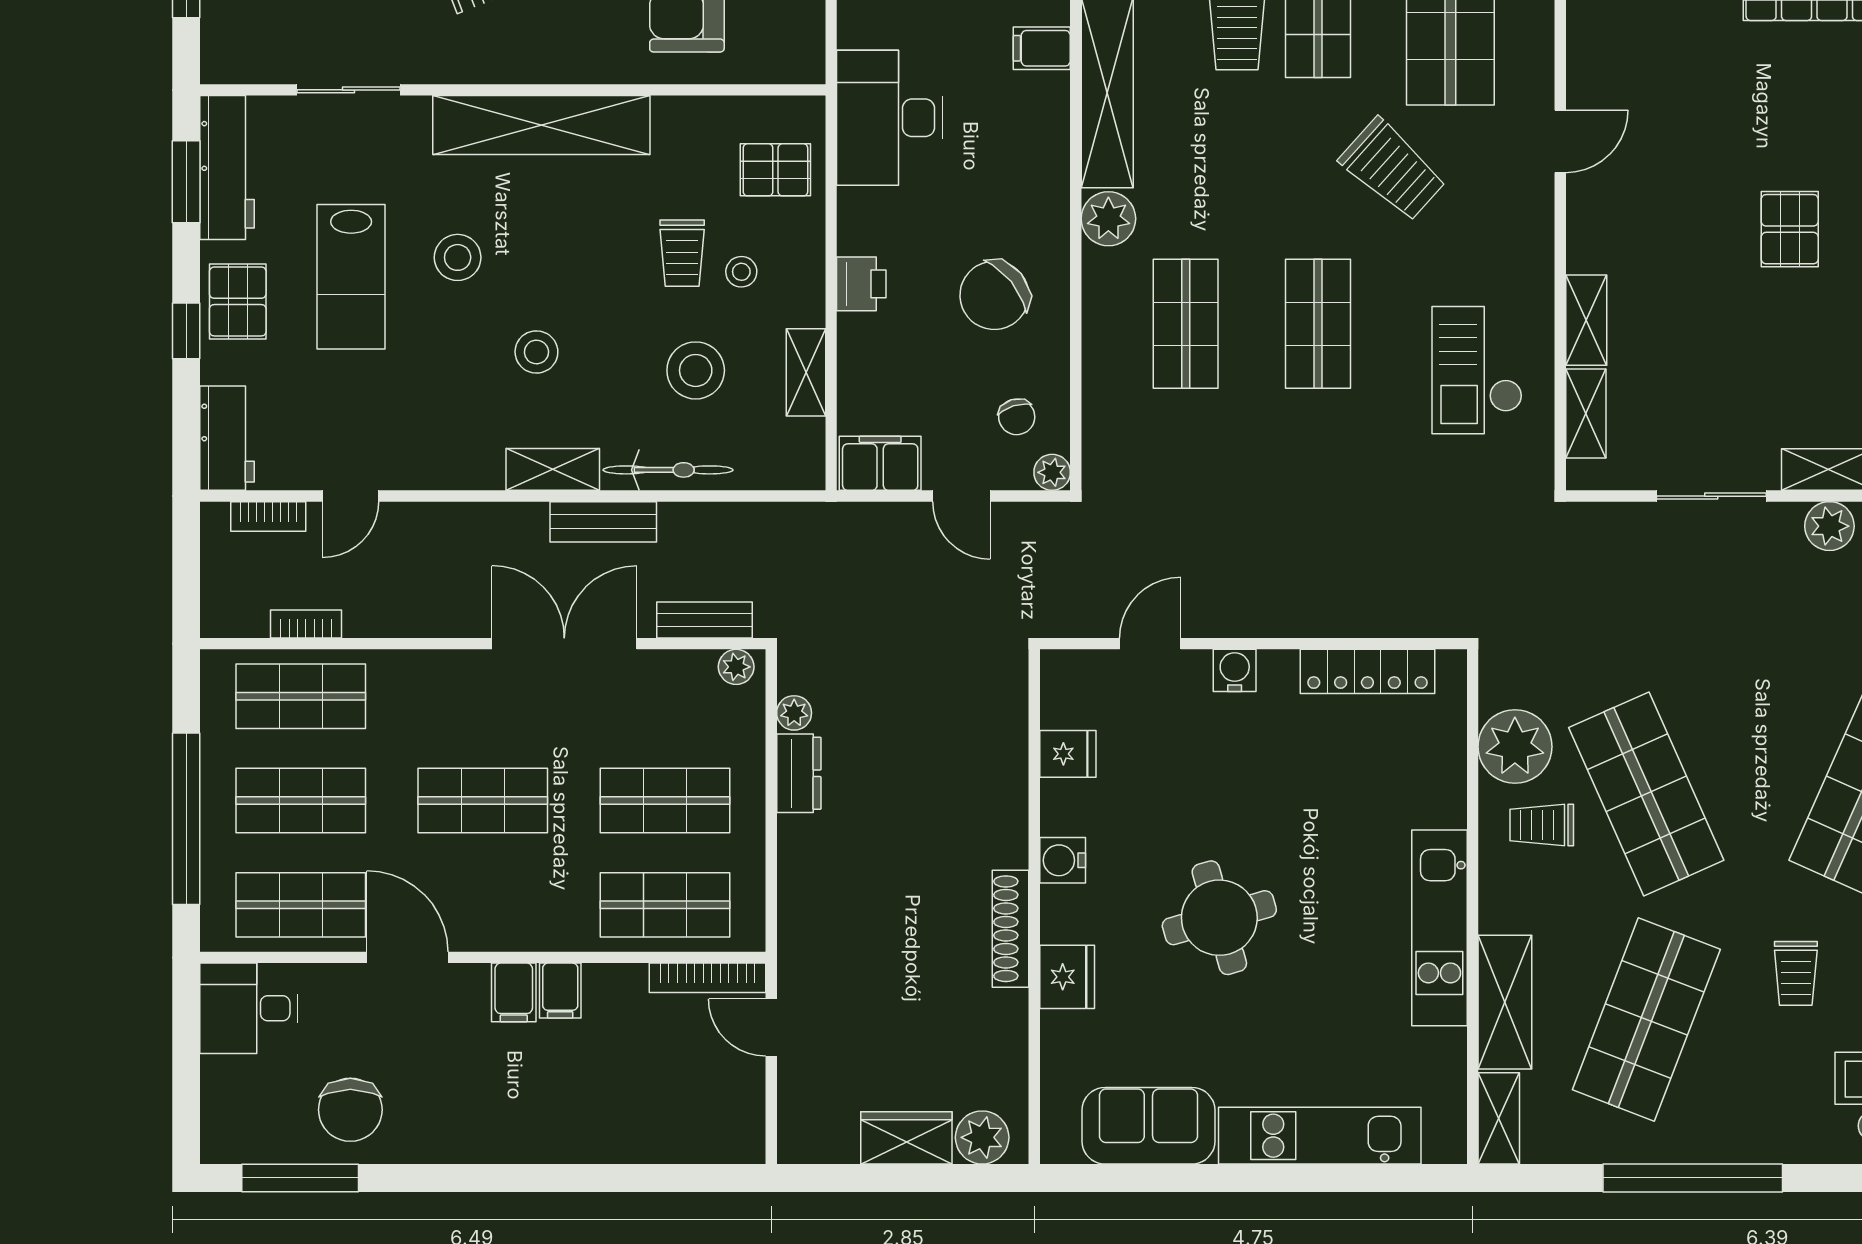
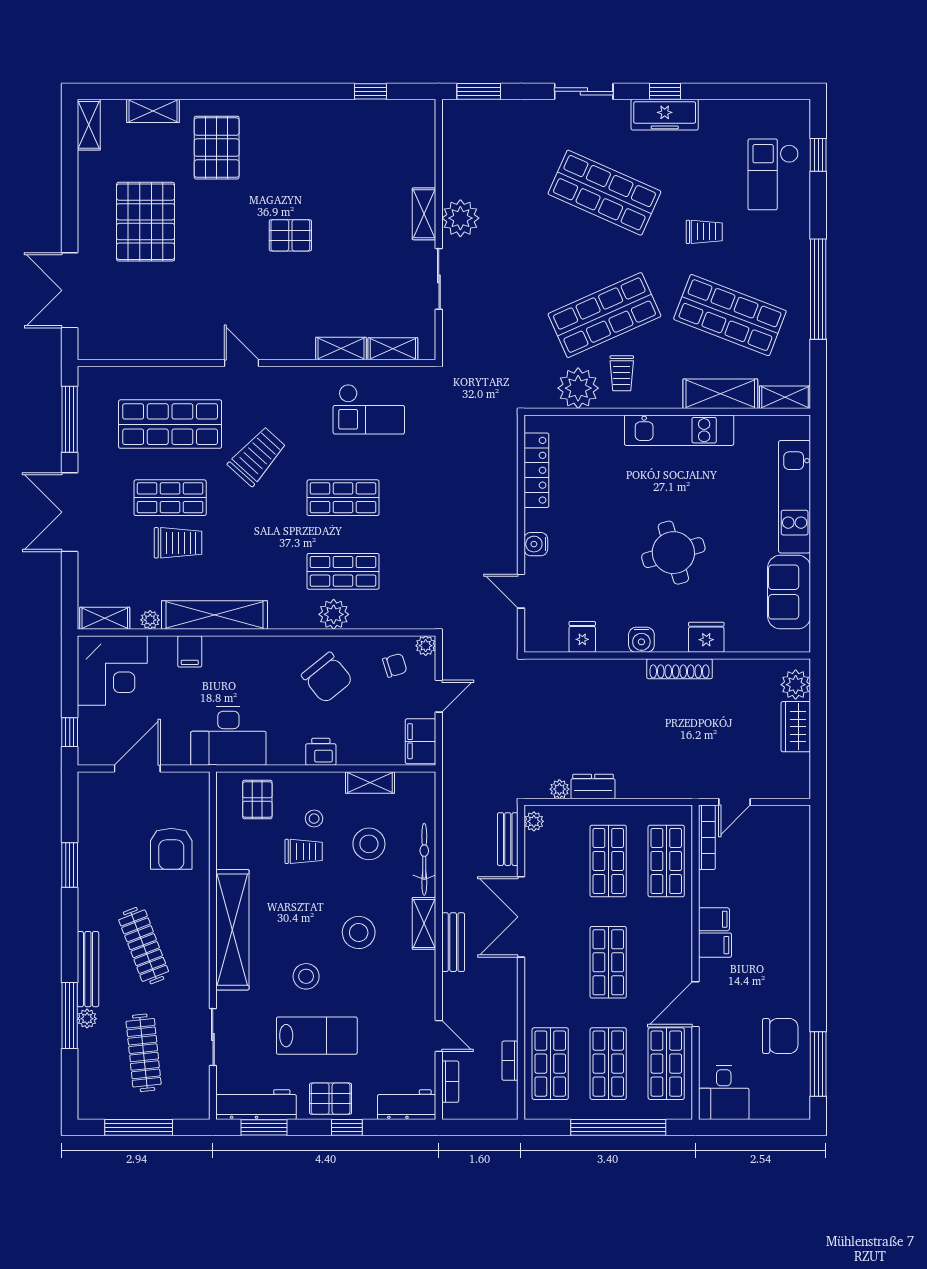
plant: (1108, 219) -> (334, 614), moved
stool: (536, 352) -> (359, 932), width x1.38, depth x1.38
bench: (603, 522) -> (453, 942), moved
plant: (1829, 526) -> (460, 218), width x1.36, depth x1.36

